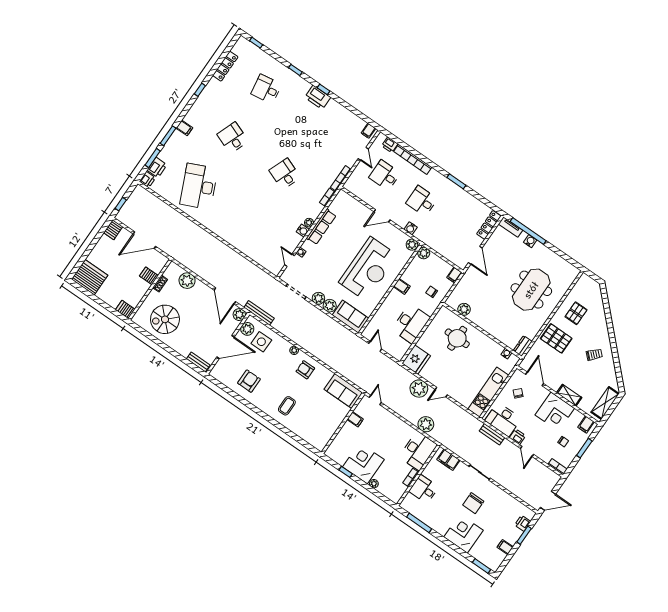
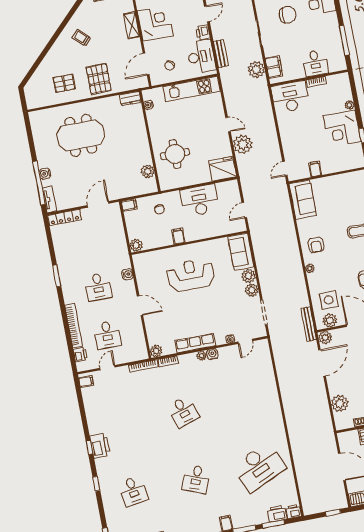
desk: (285, 174) -> (183, 412), turned -39
plant: (412, 245) -> (156, 351), moved
reception desk: (368, 269) -> (191, 275), width x0.74, depth x0.77
plant: (426, 424) -> (256, 70), moved

